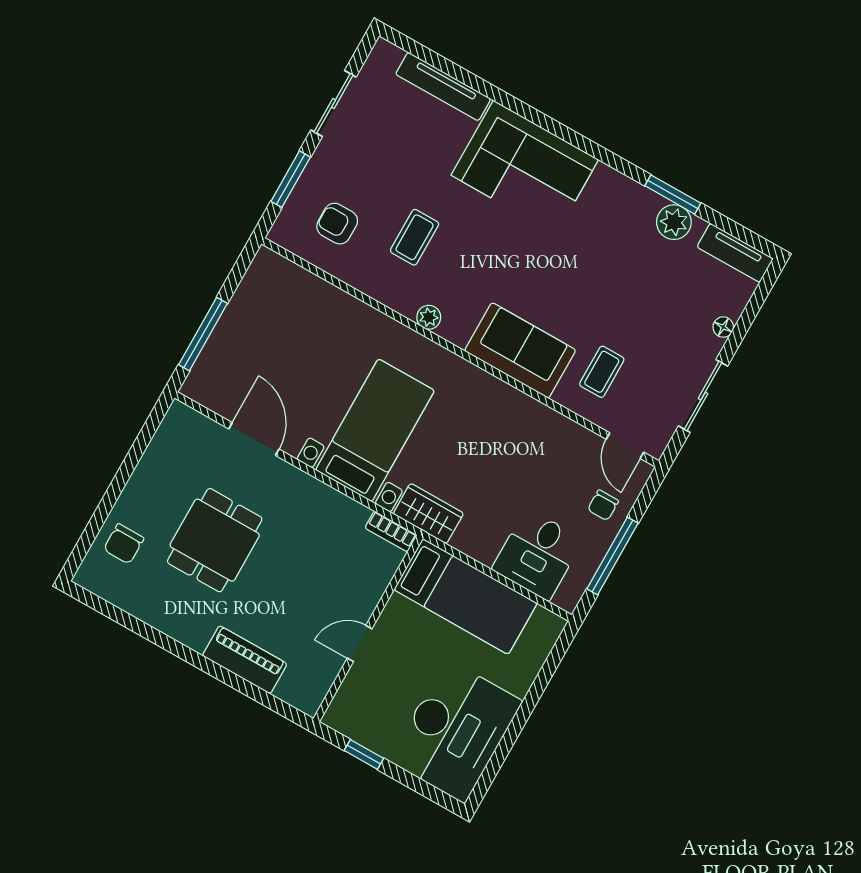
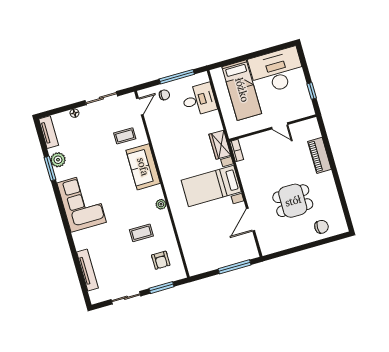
corner sofa: (525, 167) -> (82, 203), moved
bed: (466, 596) -> (242, 90), moved, turned 180

